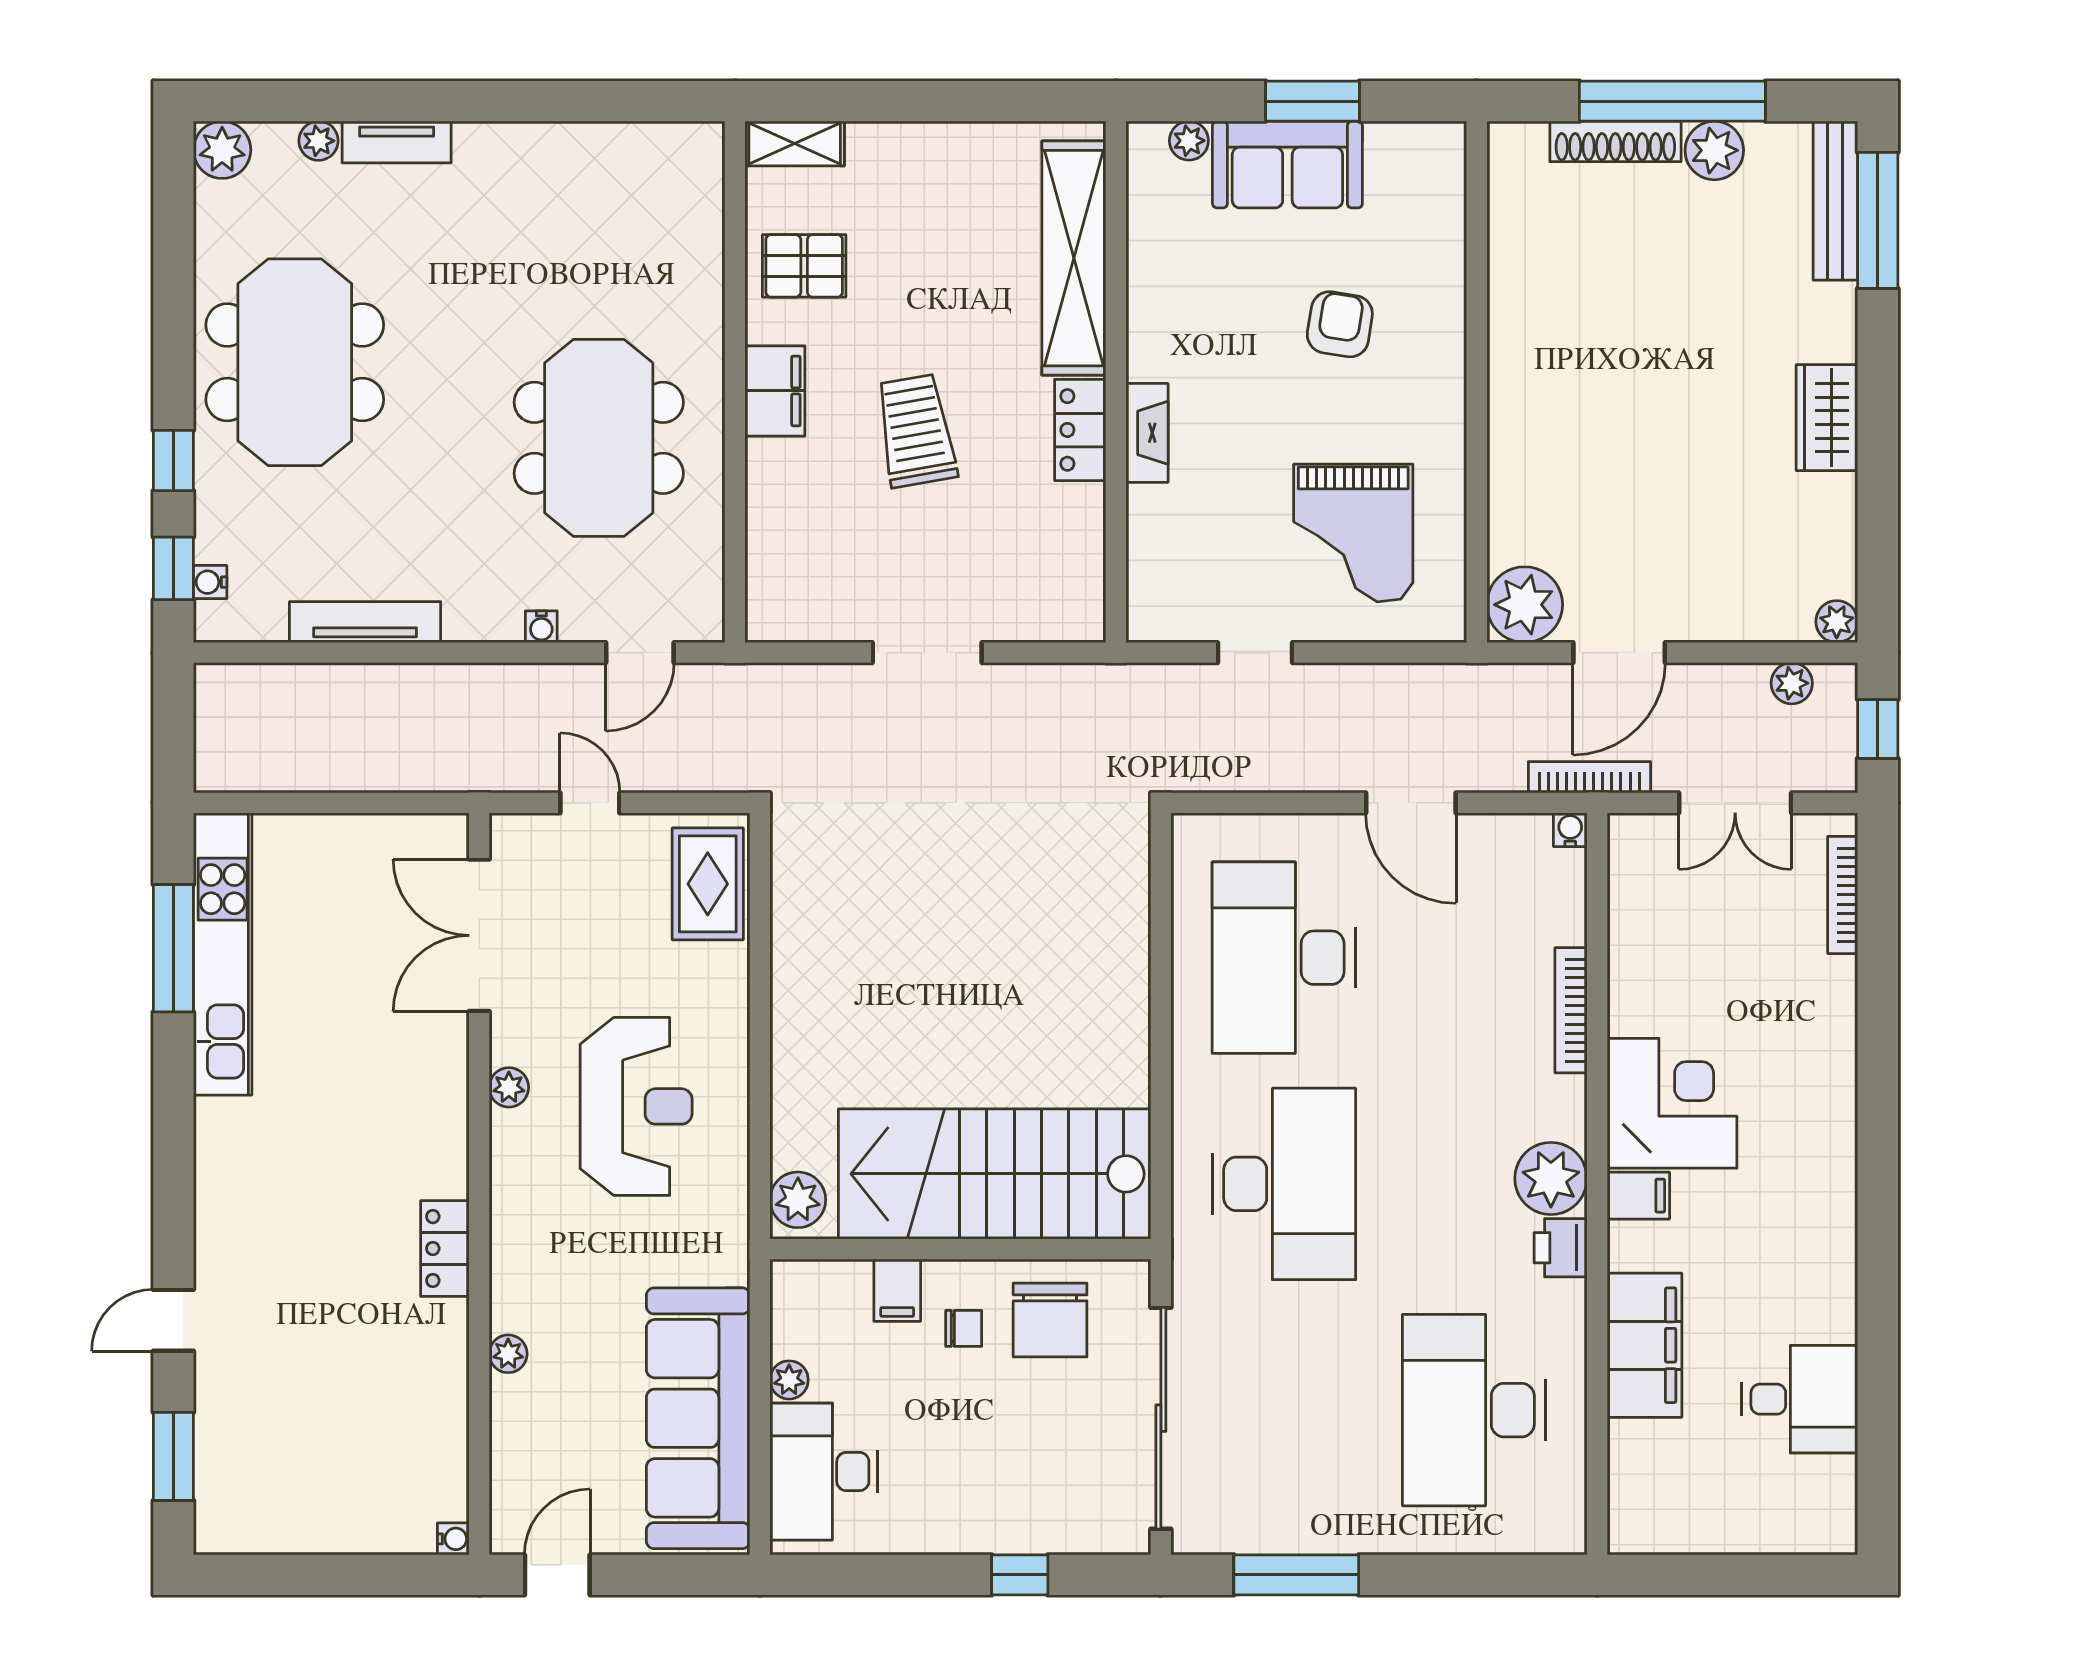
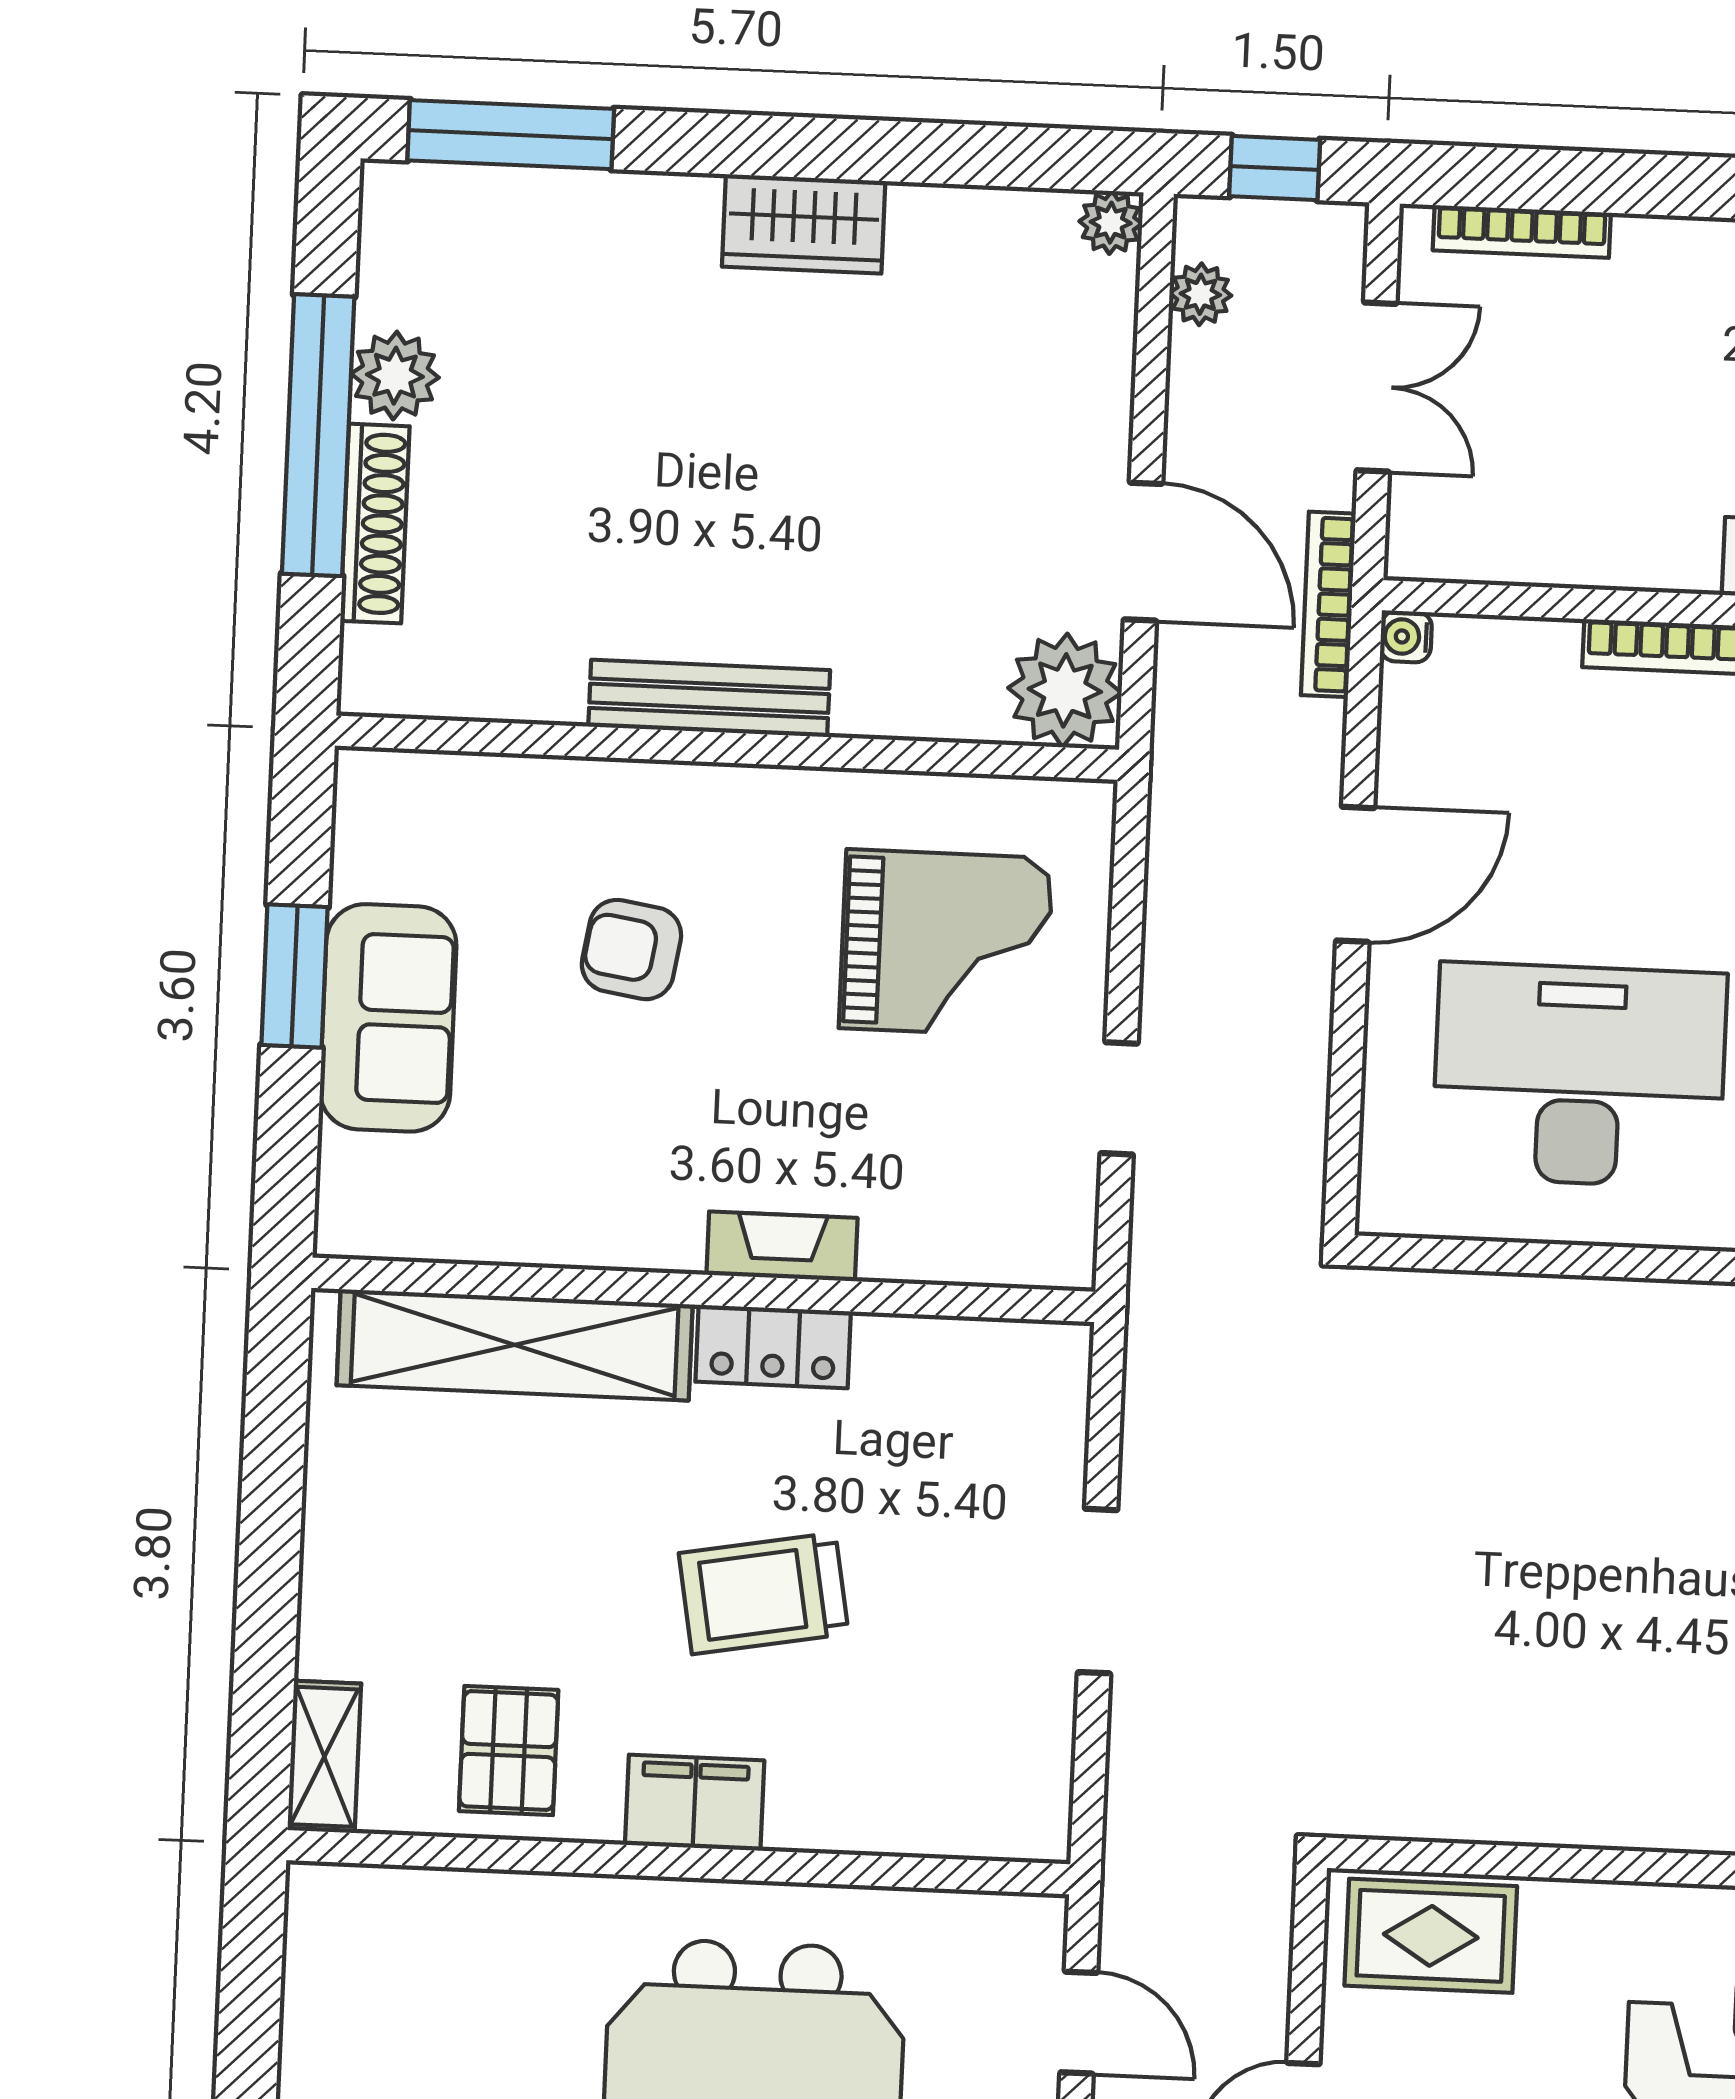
plant: (1189, 141) -> (346, 1164), removed
bench: (1835, 201) -> (709, 698), moved
desk: (1284, 958) -> (1579, 1075), turned 180

